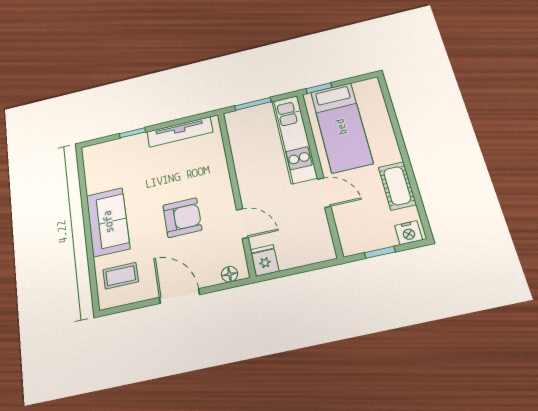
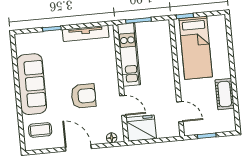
kitchen unit: (294, 139) -> (129, 55), moved, turned 180
door: (324, 193) -> (180, 112), moved
sofa: (108, 222) -> (32, 84), width x1.36
nightstand: (409, 233) -> (226, 126), removed
fridge: (265, 260) -> (141, 128), width x1.88, depth x1.34

